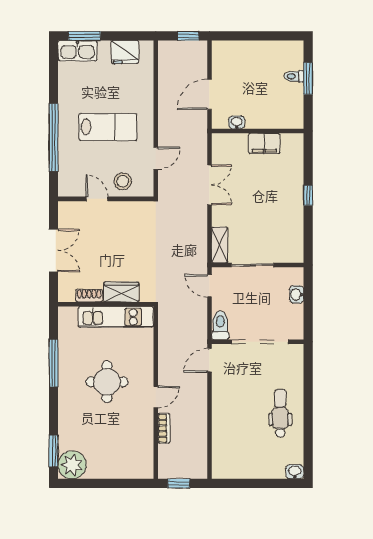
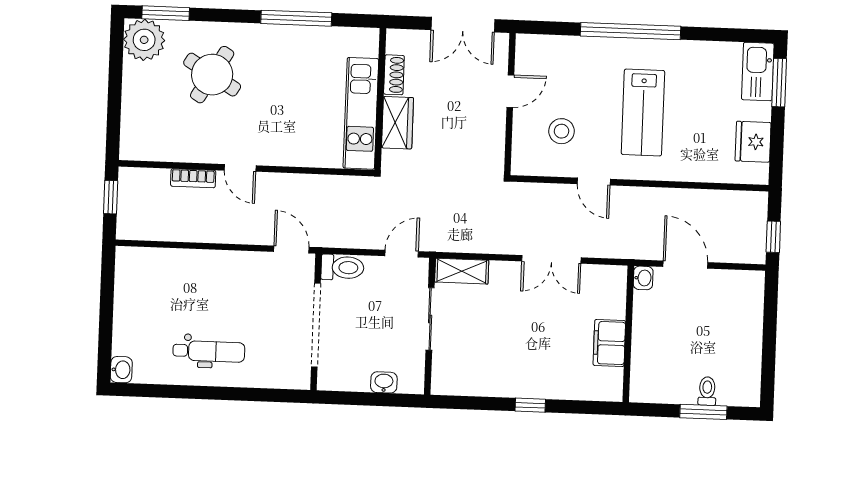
washbasin: (237, 122) -> (643, 278), moved
door: (97, 199) -> (510, 91), moved
wall: (106, 199) -> (510, 104), moved
round table: (107, 382) -> (212, 75), moved, turned 31

